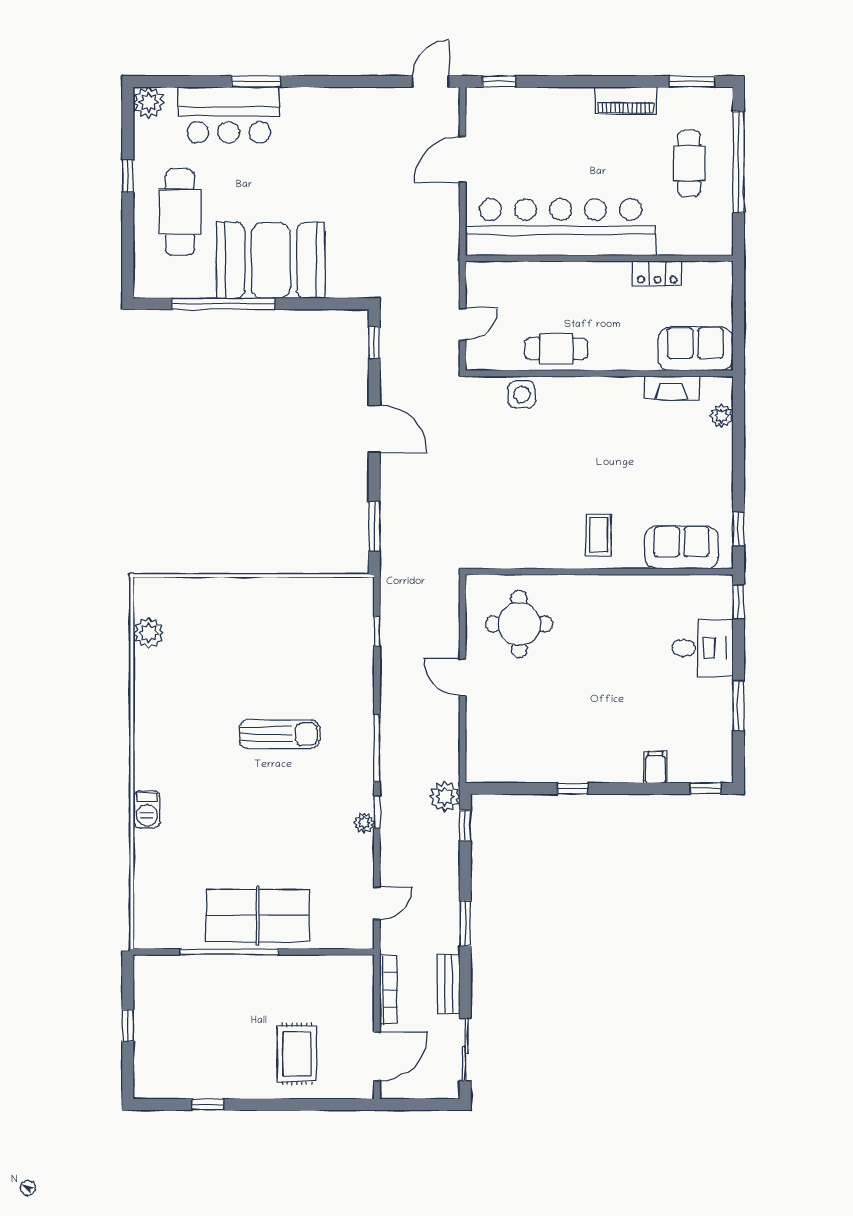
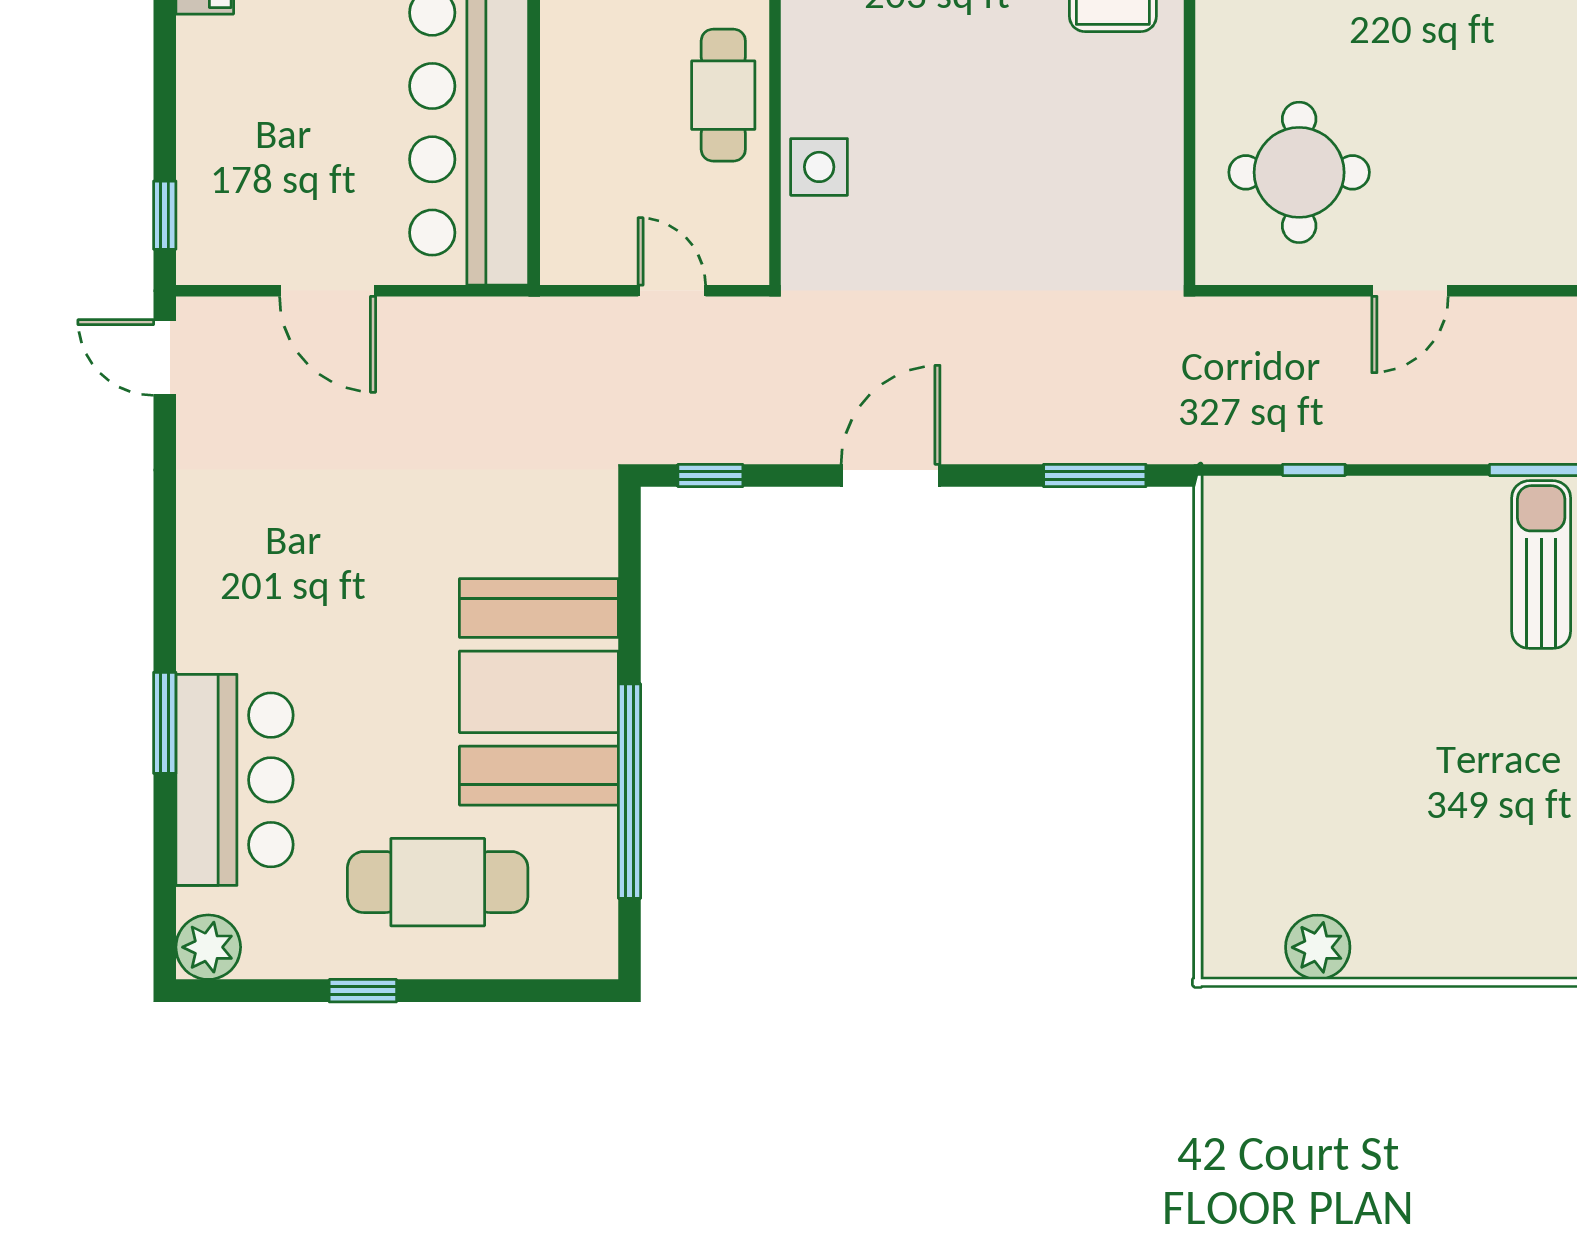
sun lounger: (279, 734) -> (1541, 565), moved

